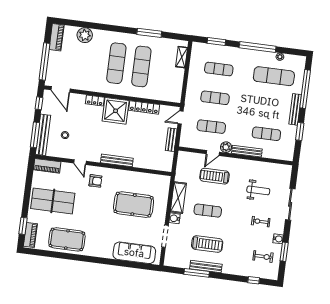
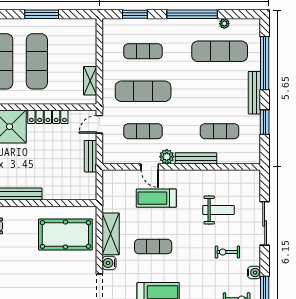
shelving: (182, 57) -> (90, 81), moved
exercise mat: (215, 98) -> (143, 91), width x1.36, depth x1.45
door: (213, 153) -> (150, 167), hinge flipped
pool table: (134, 205) -> (65, 234), moved

